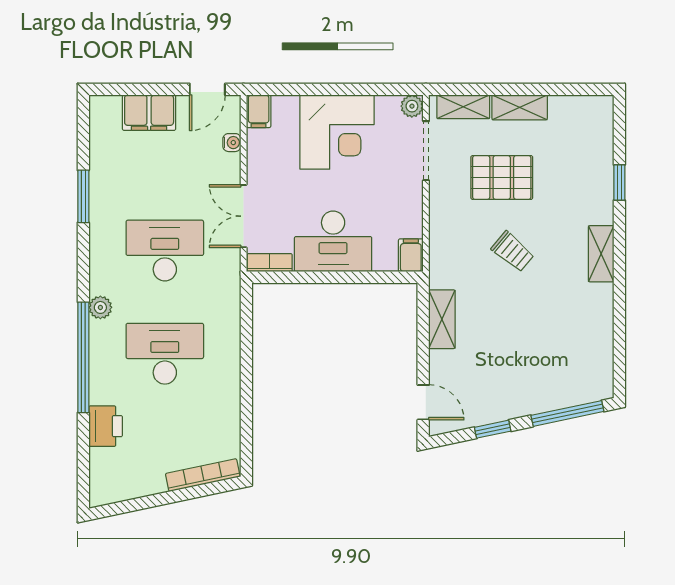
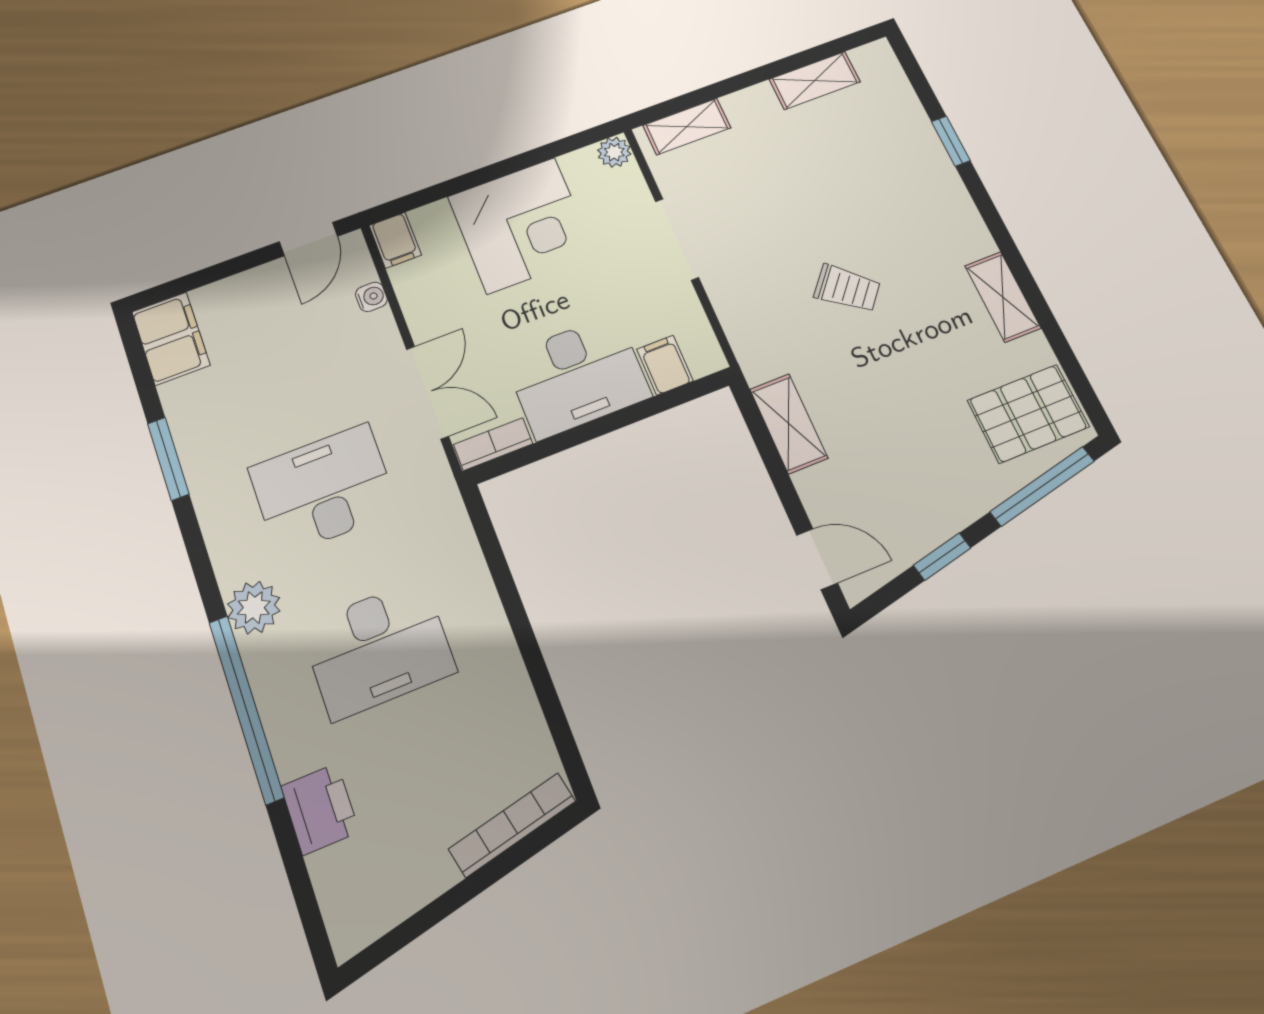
shelving: (520, 107) -> (815, 80), moved
filing cabinet: (149, 113) -> (171, 338), moved, turned -90
doorway: (426, 151) -> (677, 239), moved
pallet: (502, 177) -> (1028, 414), moved
double door: (244, 216) -> (427, 392), swing flipped
shelving: (601, 254) -> (1003, 297), moved
filing cabinet: (411, 255) -> (665, 365), moved
plant: (100, 307) -> (254, 608), width x1.38, depth x1.38
desk: (165, 354) -> (378, 649), turned 180

